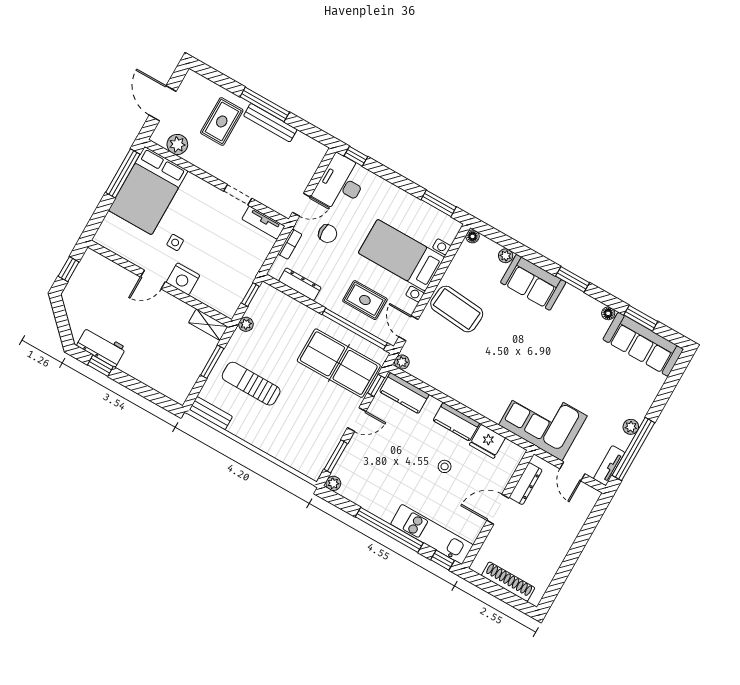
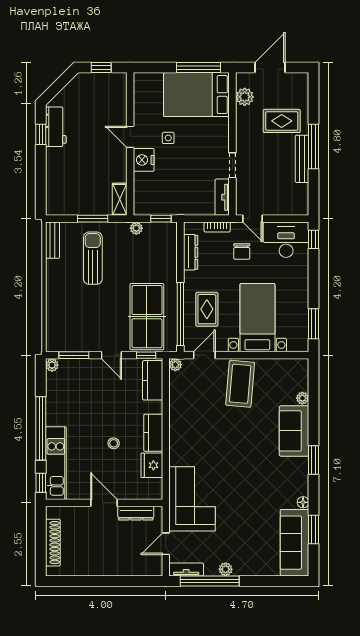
floor lamp: (472, 236) -> (303, 364), removed

